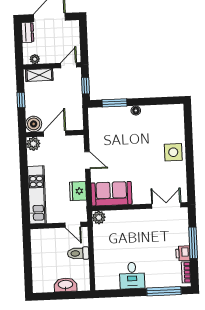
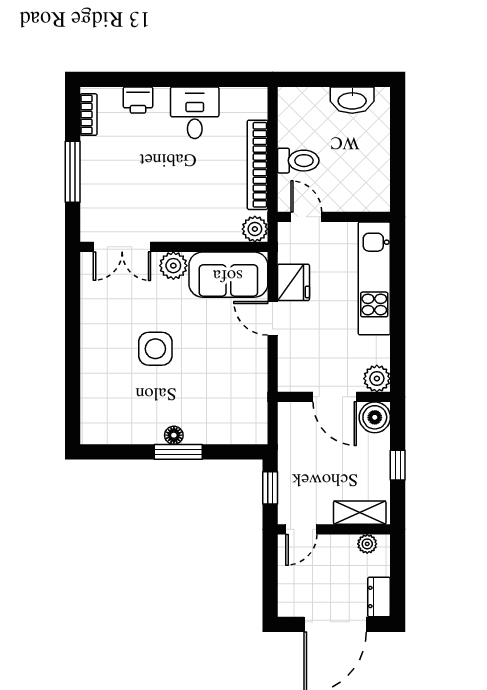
window: (114, 103) -> (178, 452), moved
door: (55, 134) -> (335, 397), hinge flipped
side table: (173, 152) -> (155, 349), moved
door: (87, 160) -> (273, 318), moved
plant: (140, 197) -> (173, 266), added
bookcase: (99, 250) -> (258, 165), added
printer: (183, 253) -> (138, 100), moved, turned 90
washbasin: (65, 285) -> (352, 100), moved
window: (164, 291) -> (134, 79), removed

